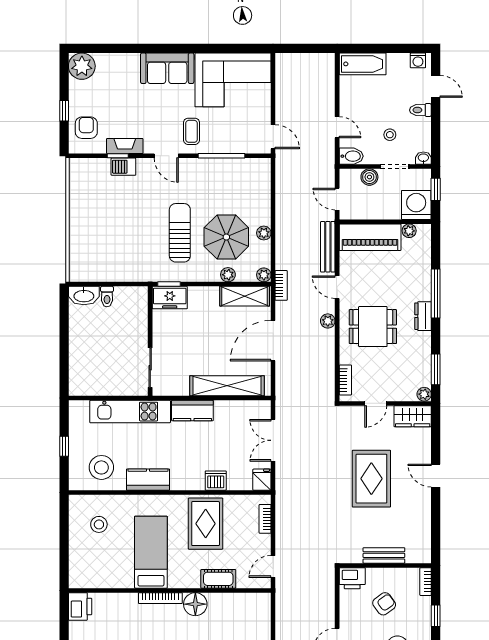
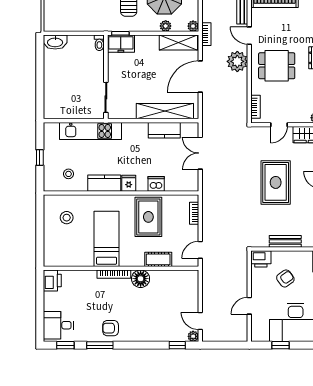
toilet: (107, 297) -> (99, 43), moved
plant: (328, 321) -> (237, 61), width x1.88, depth x1.88
kitchen counter: (192, 411) -> (164, 130), moved
stool: (101, 467) -> (69, 174), width x0.53, depth x0.53
fridge: (262, 480) -> (129, 183), moved

